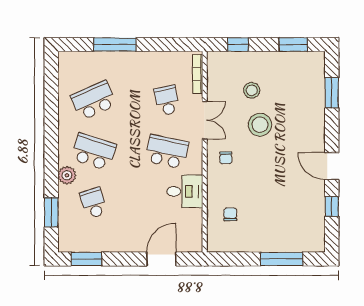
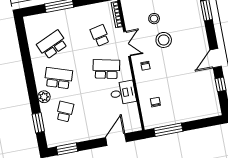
door: (332, 166) -> (216, 58), hinge flipped
school desk: (94, 203) -> (65, 112), turned 42
window: (282, 259) -> (168, 130), moved

